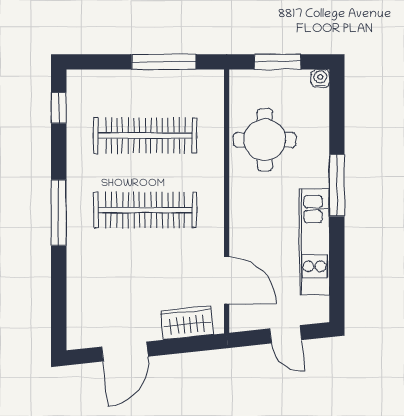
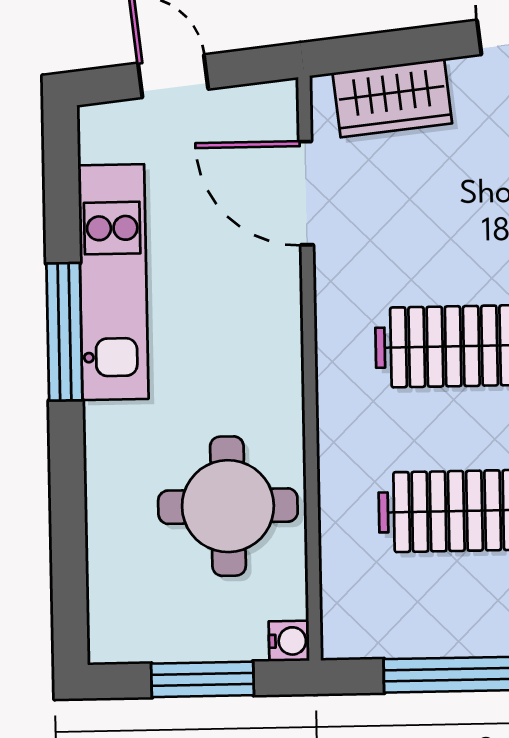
water cooler: (320, 78) -> (289, 641), moved, turned -90
window: (337, 185) -> (64, 332), moved

